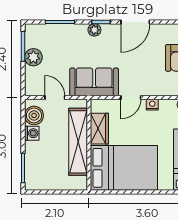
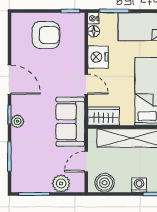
plant: (33, 57) -> (61, 183), moved
nightstand: (152, 105) -> (98, 57), width x1.89, depth x1.79
wardrobe: (99, 129) -> (104, 116), moved
washing machine: (32, 133) -> (139, 185), moved

